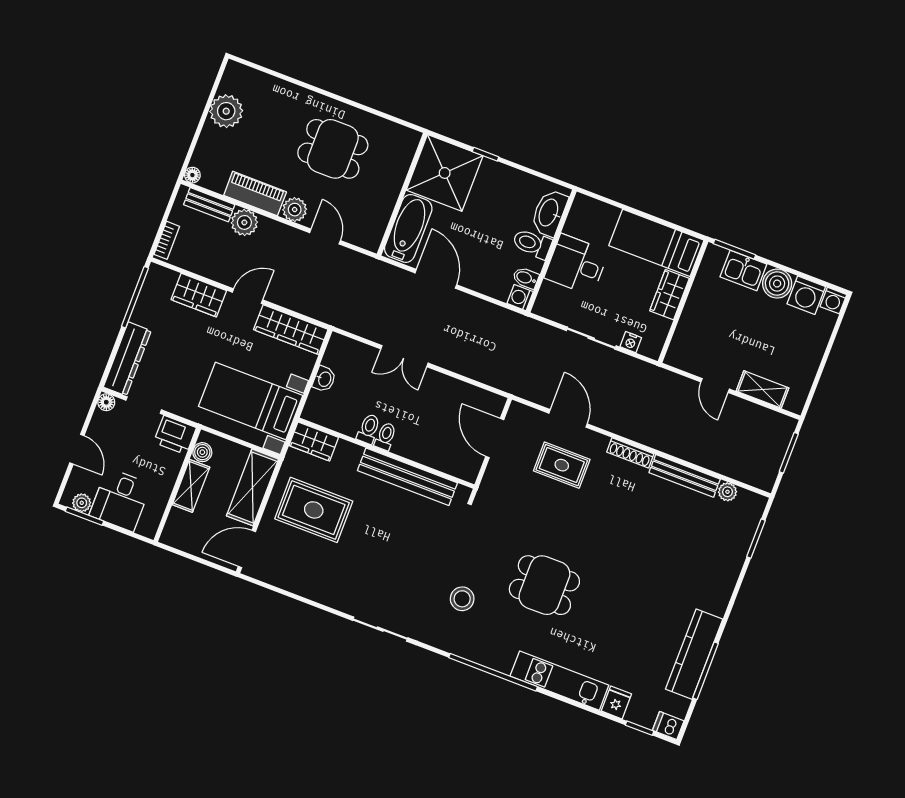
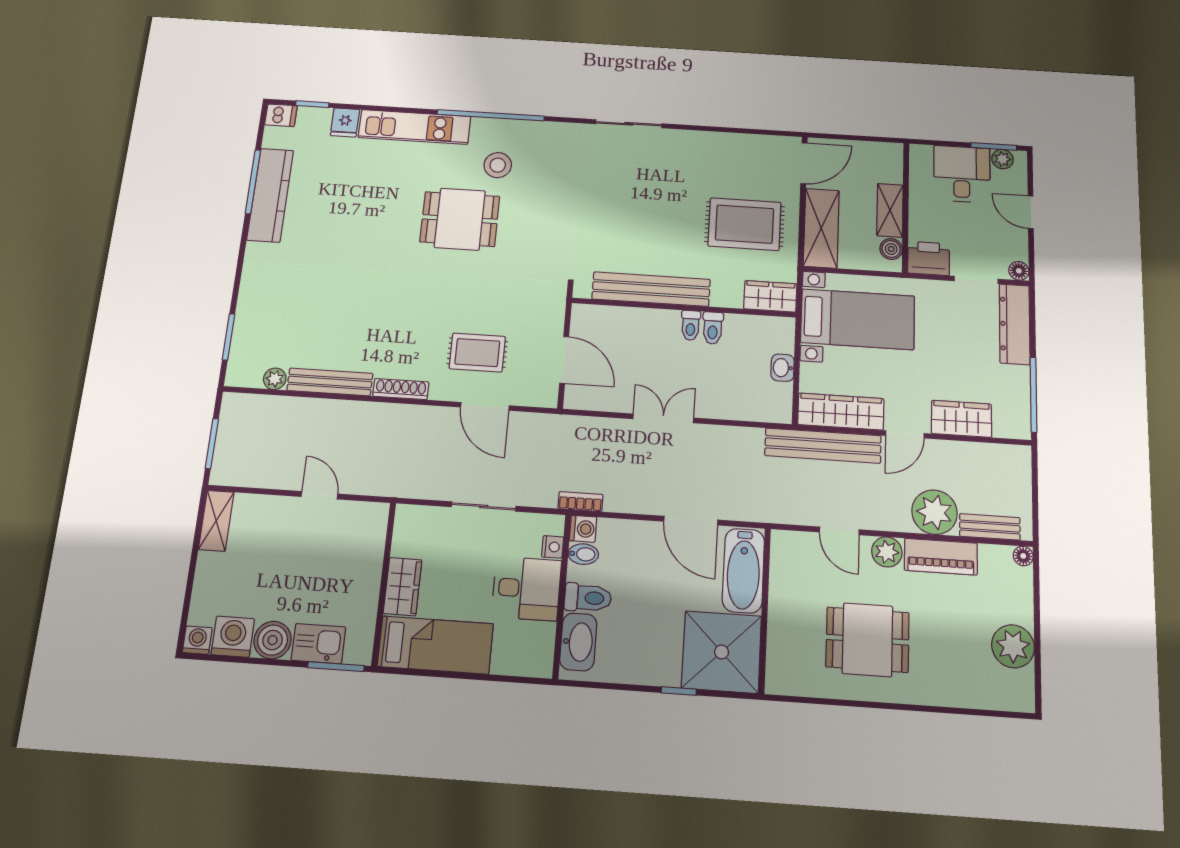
plant: (244, 222) -> (934, 512), width x1.36, depth x1.36
bookcase: (167, 240) -> (580, 502), moved, turned 90
bench: (314, 307) -> (823, 446), added
nightstand: (631, 342) -> (553, 547), moved, turned 90
double door: (404, 356) -> (663, 418), moved
shelving: (763, 389) -> (216, 521), moved, turned 90
stool: (462, 599) -> (498, 165), moved

